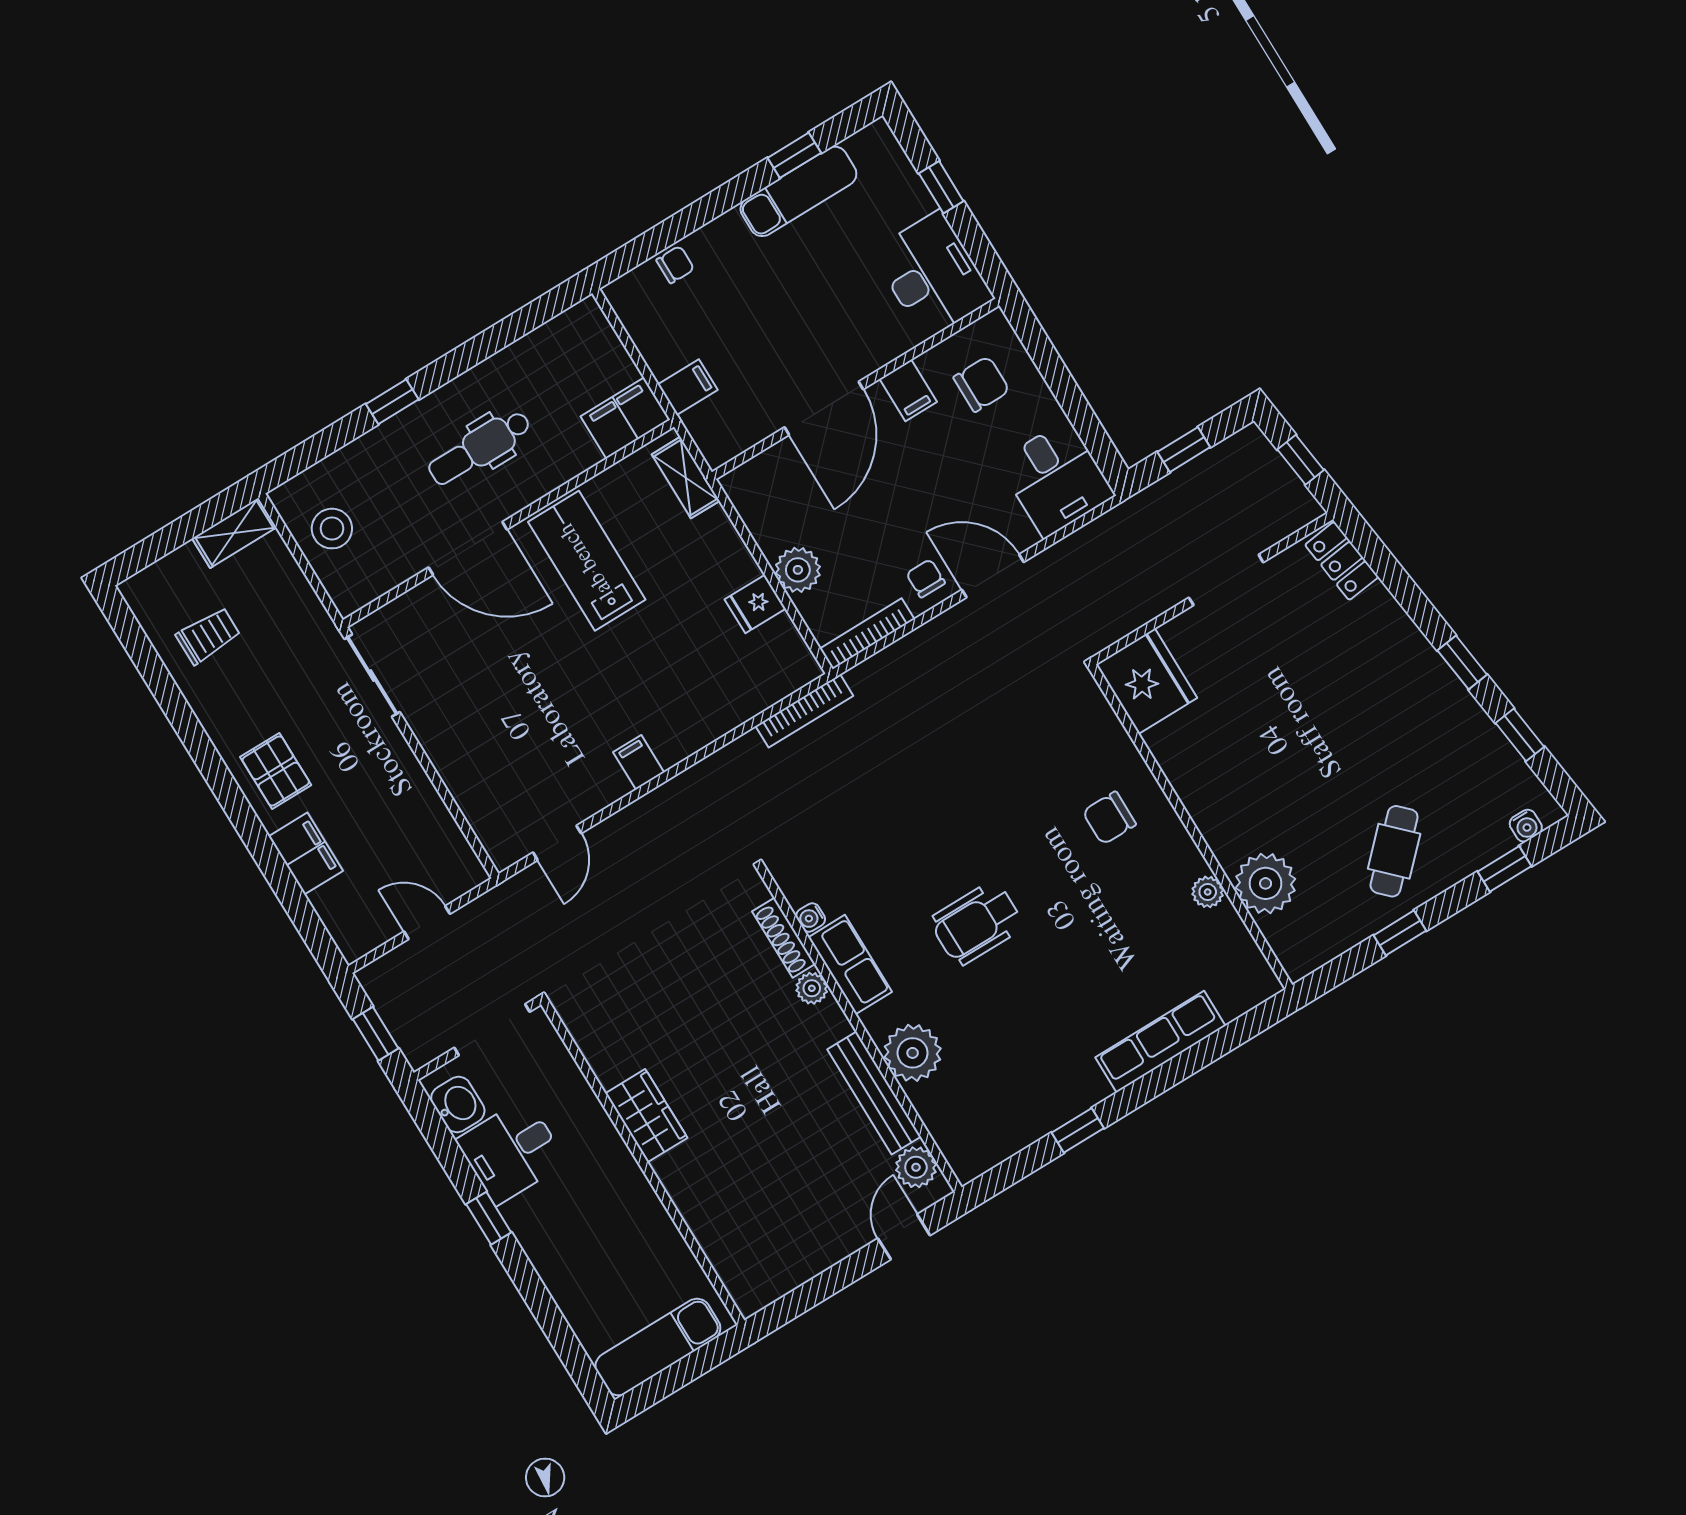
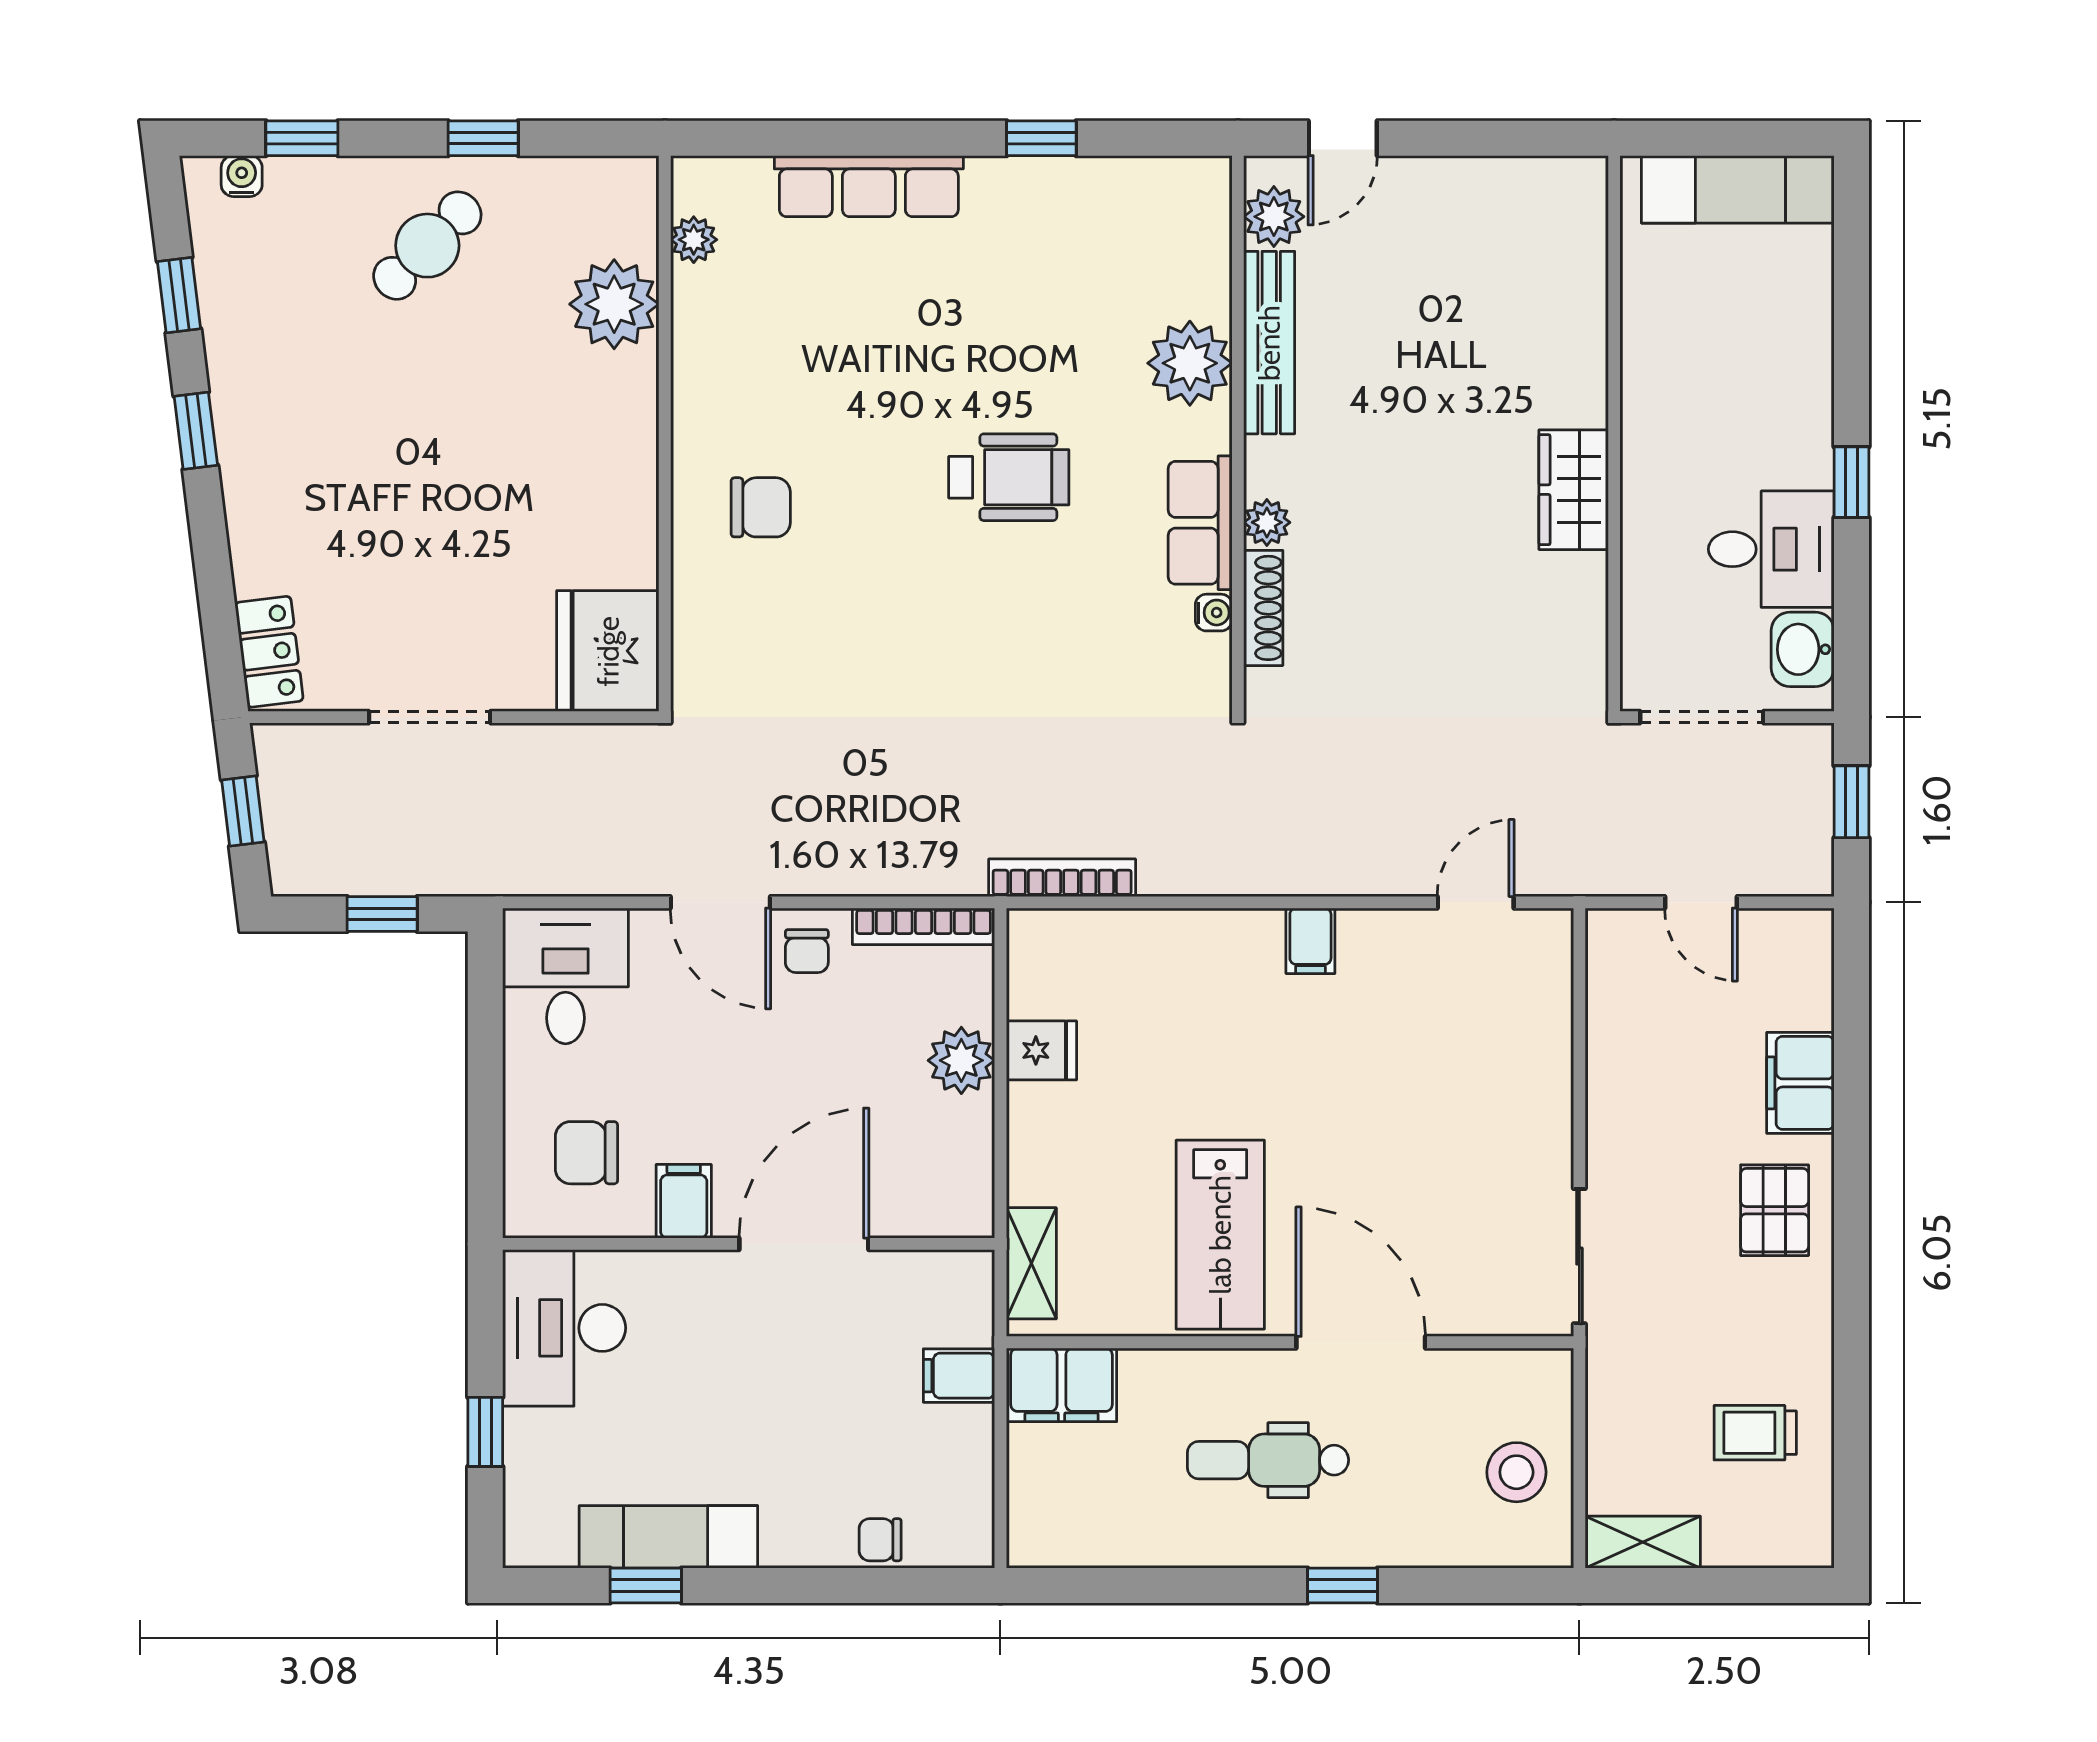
dental chair: (480, 448) -> (1268, 1460), turned 180
plant: (1208, 892) -> (694, 240), moved

